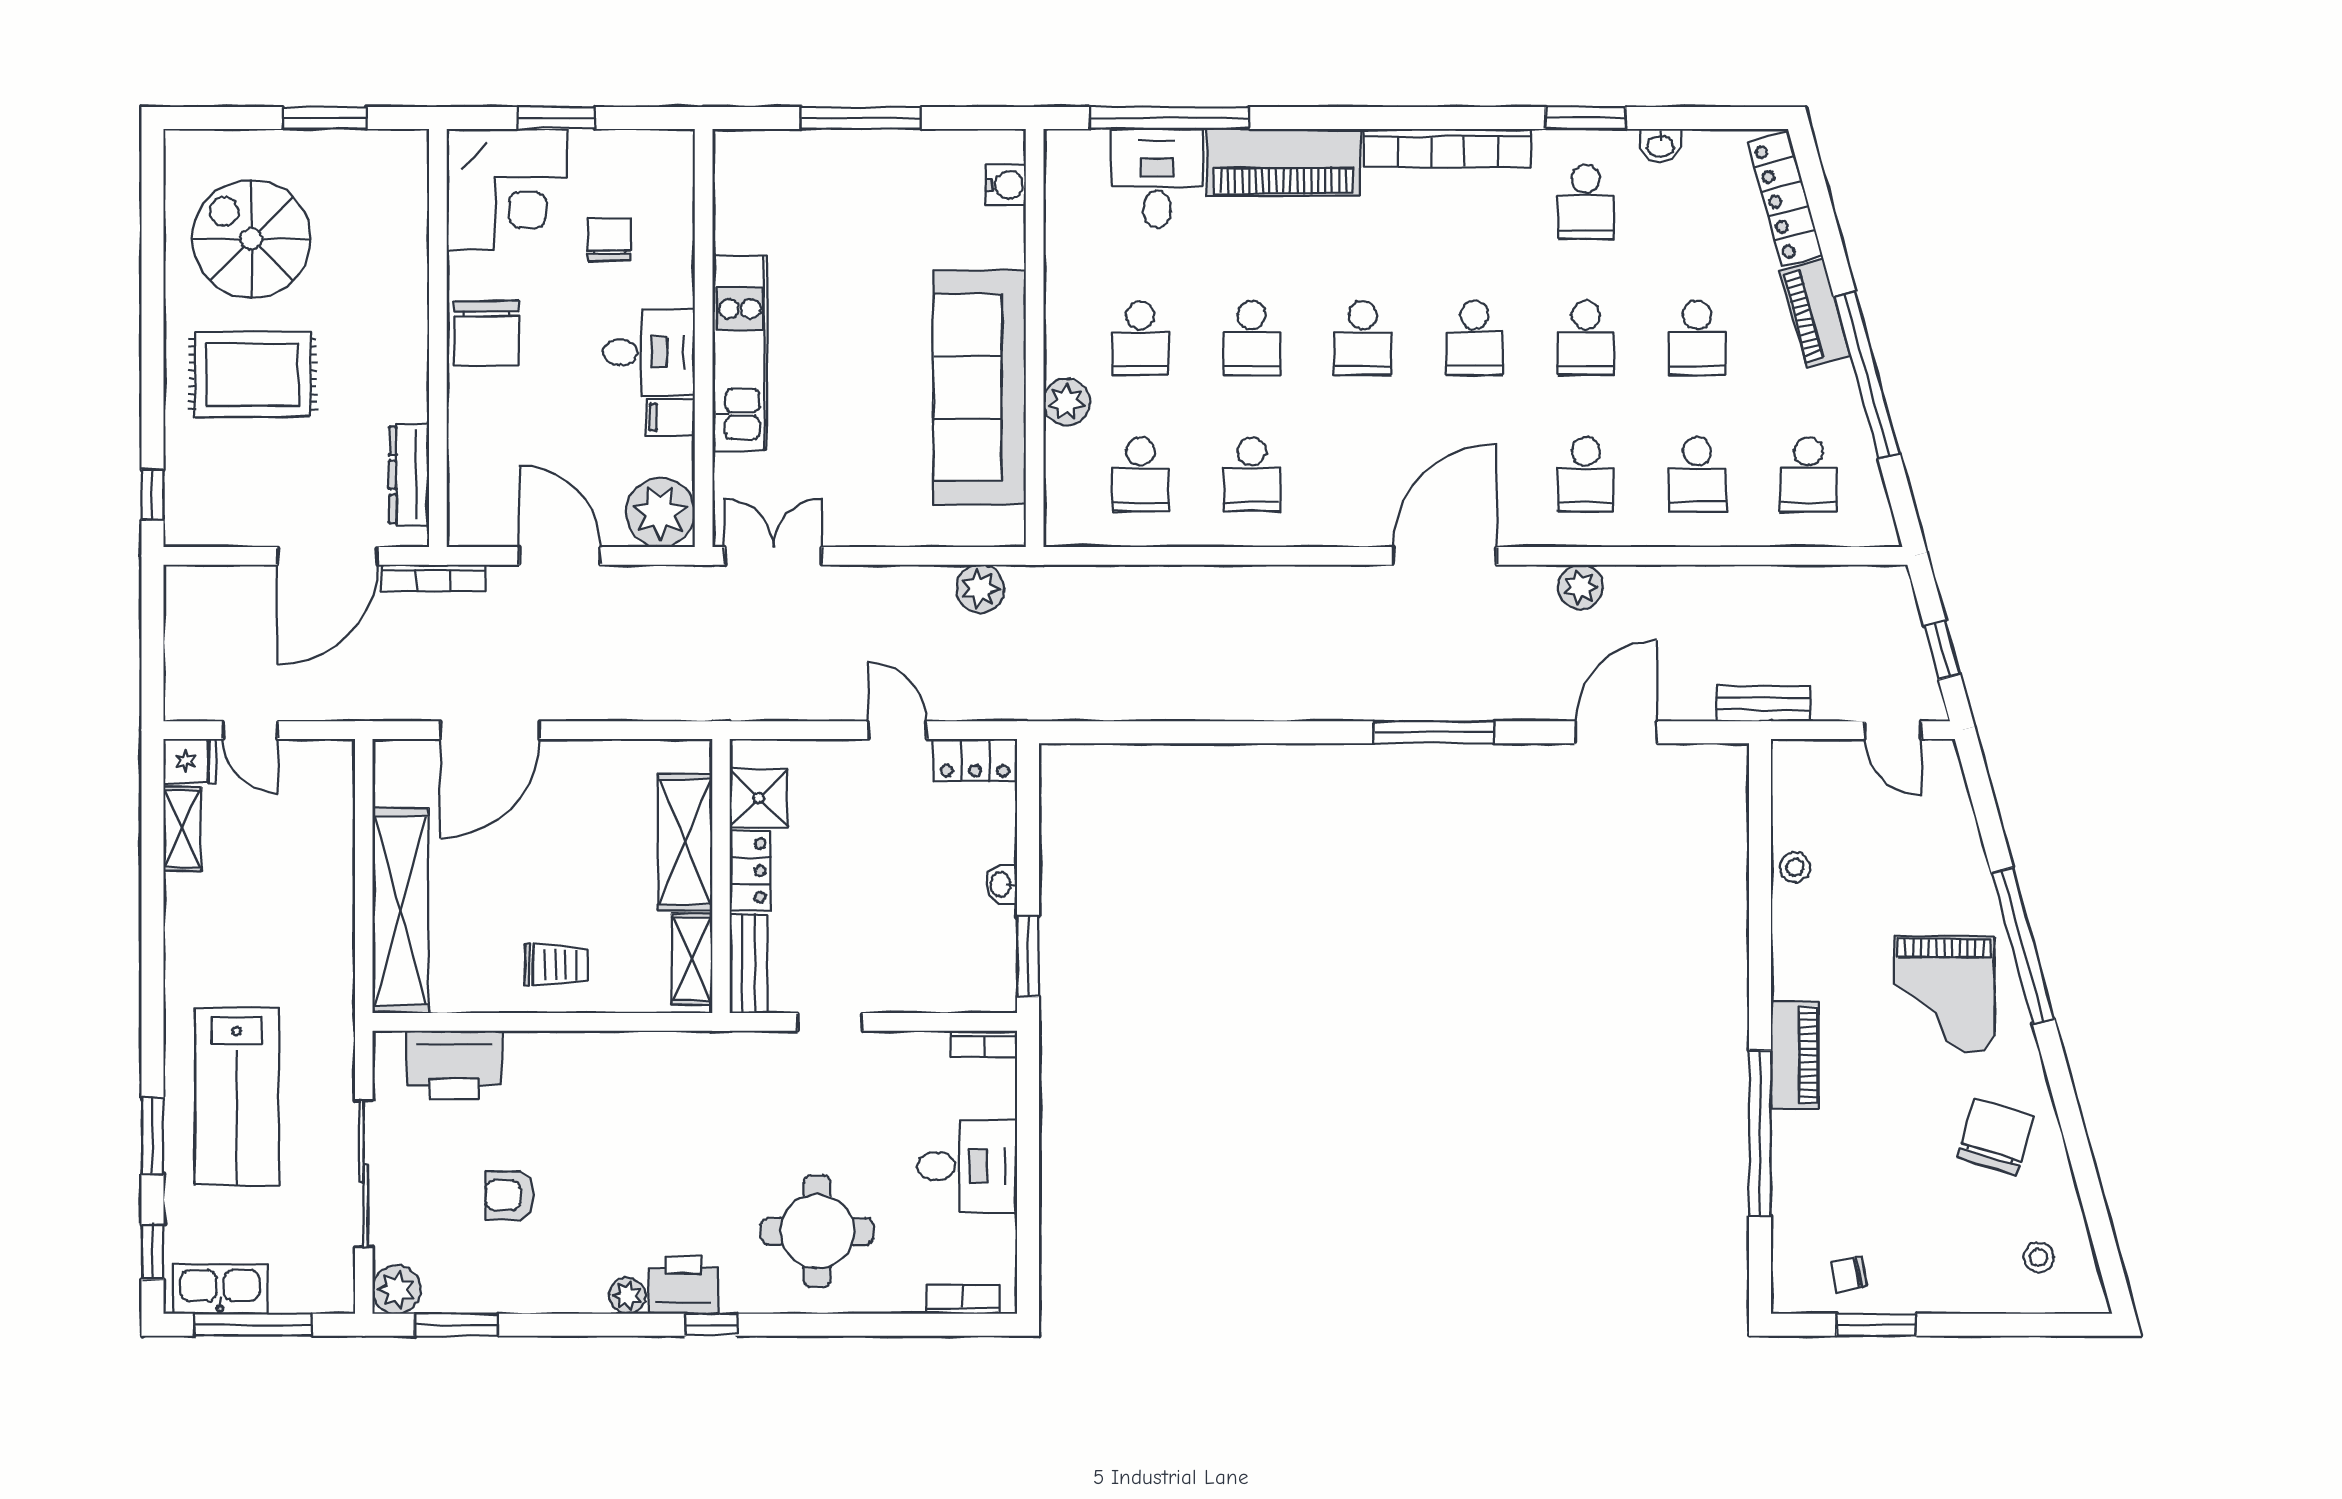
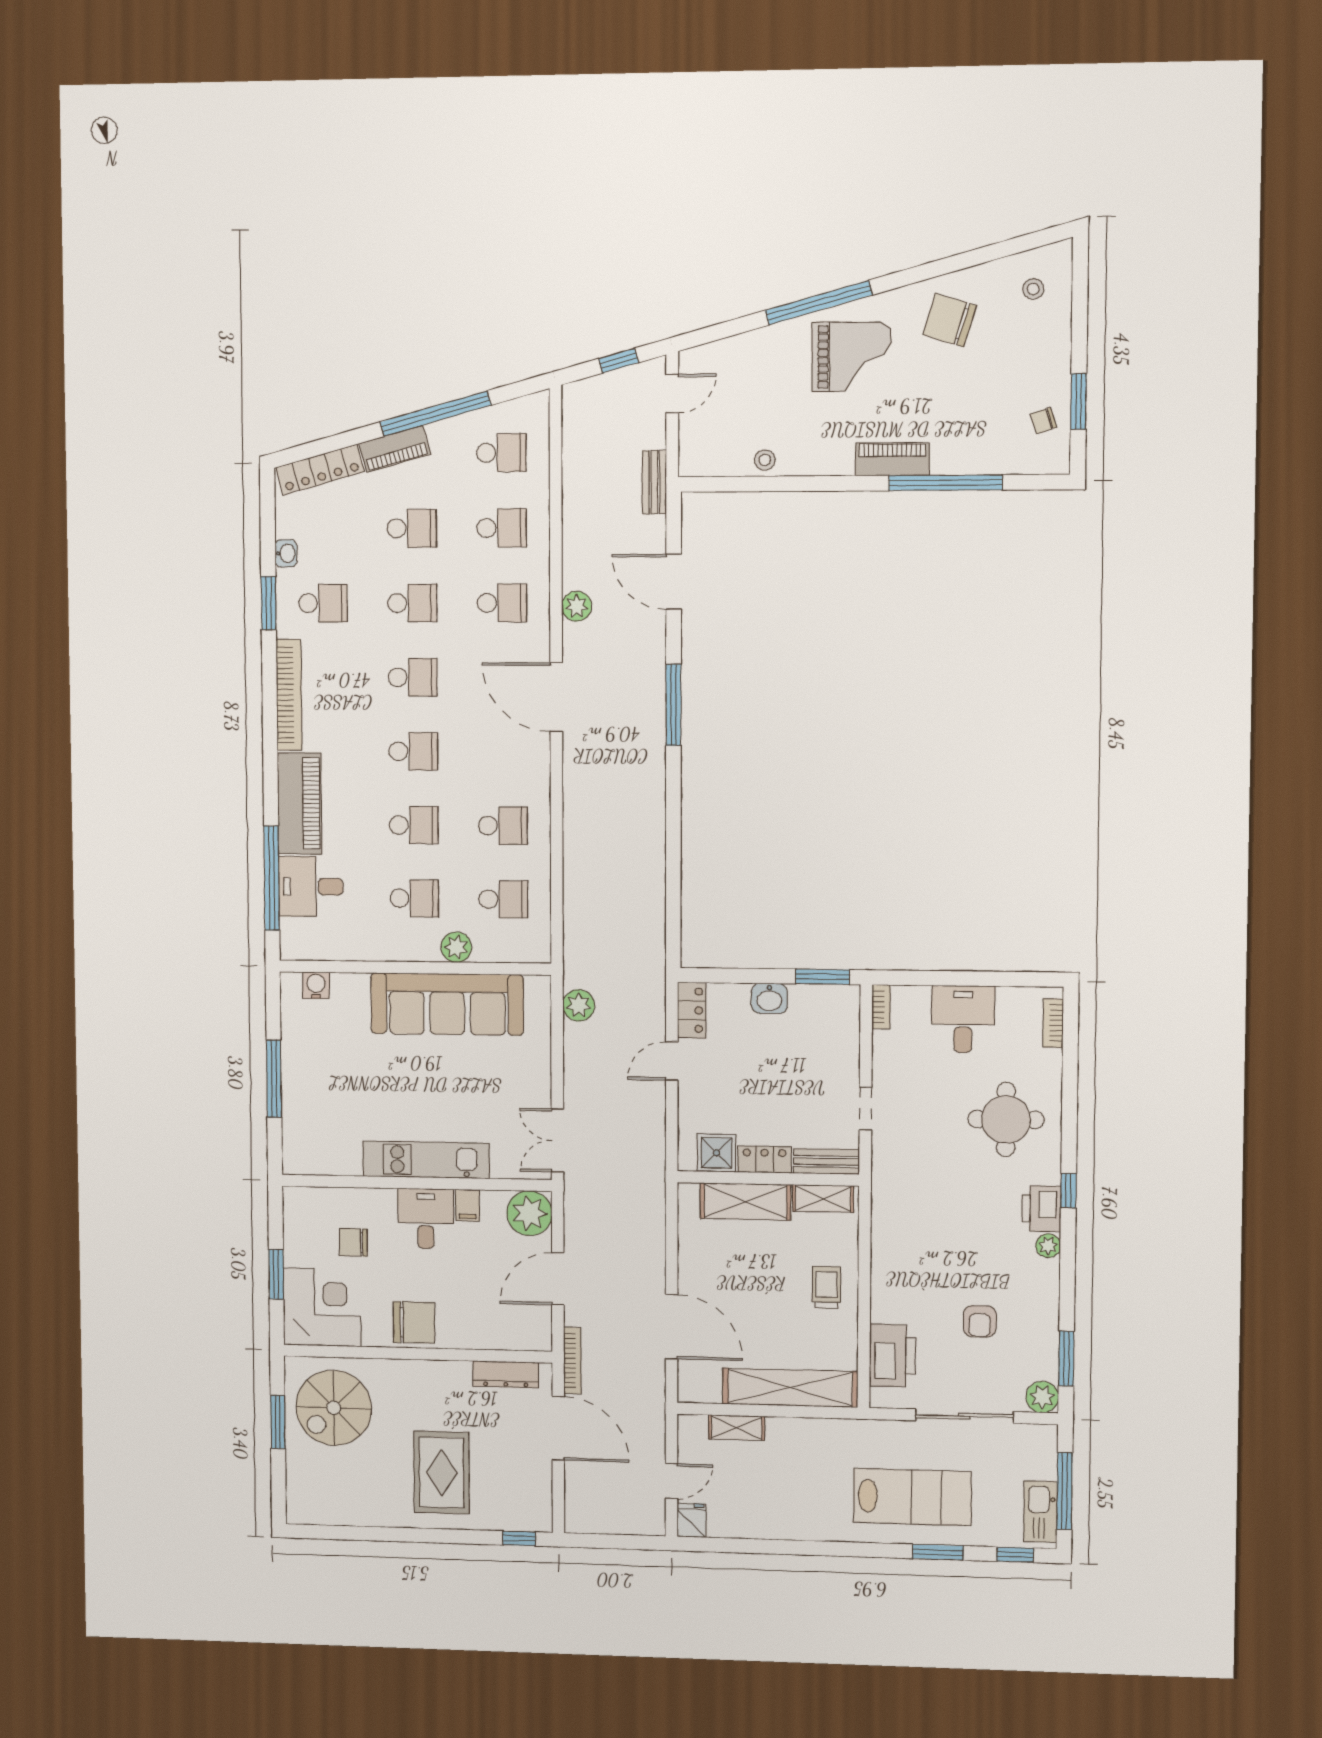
spiral stairs: (251, 239) -> (334, 1408), moved
shelving: (182, 829) -> (736, 1428), moved
washbasin: (1001, 885) -> (769, 998), width x1.38, depth x1.45
chair: (1849, 1274) -> (1043, 421), turned 85

